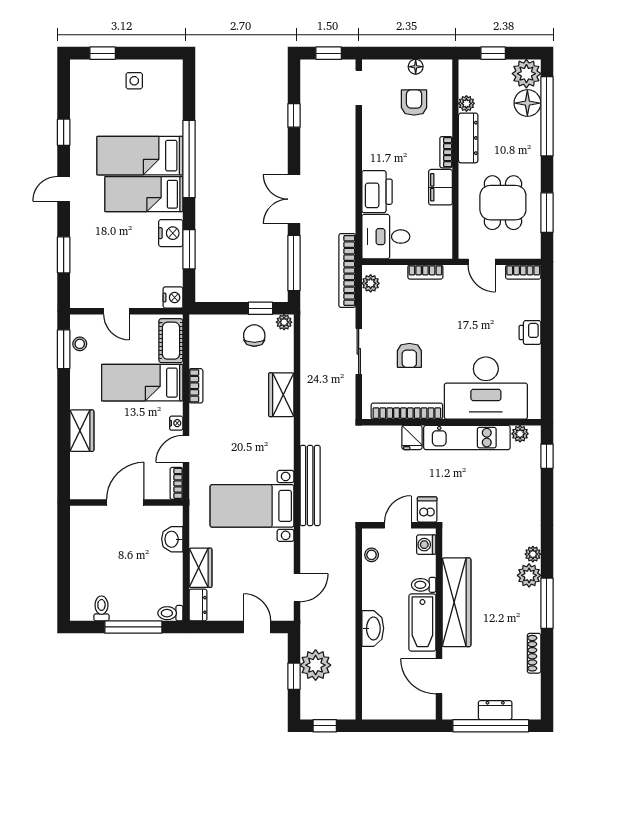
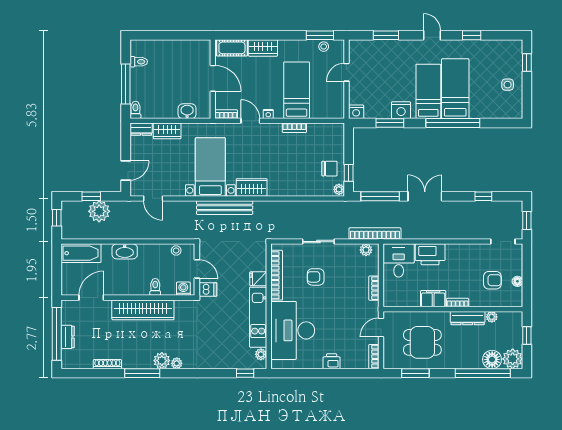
cot: (171, 341) -> (232, 48), moved
wardrobe: (281, 395) -> (252, 187), moved
bathtub: (422, 623) -> (81, 253), moved, turned 180

